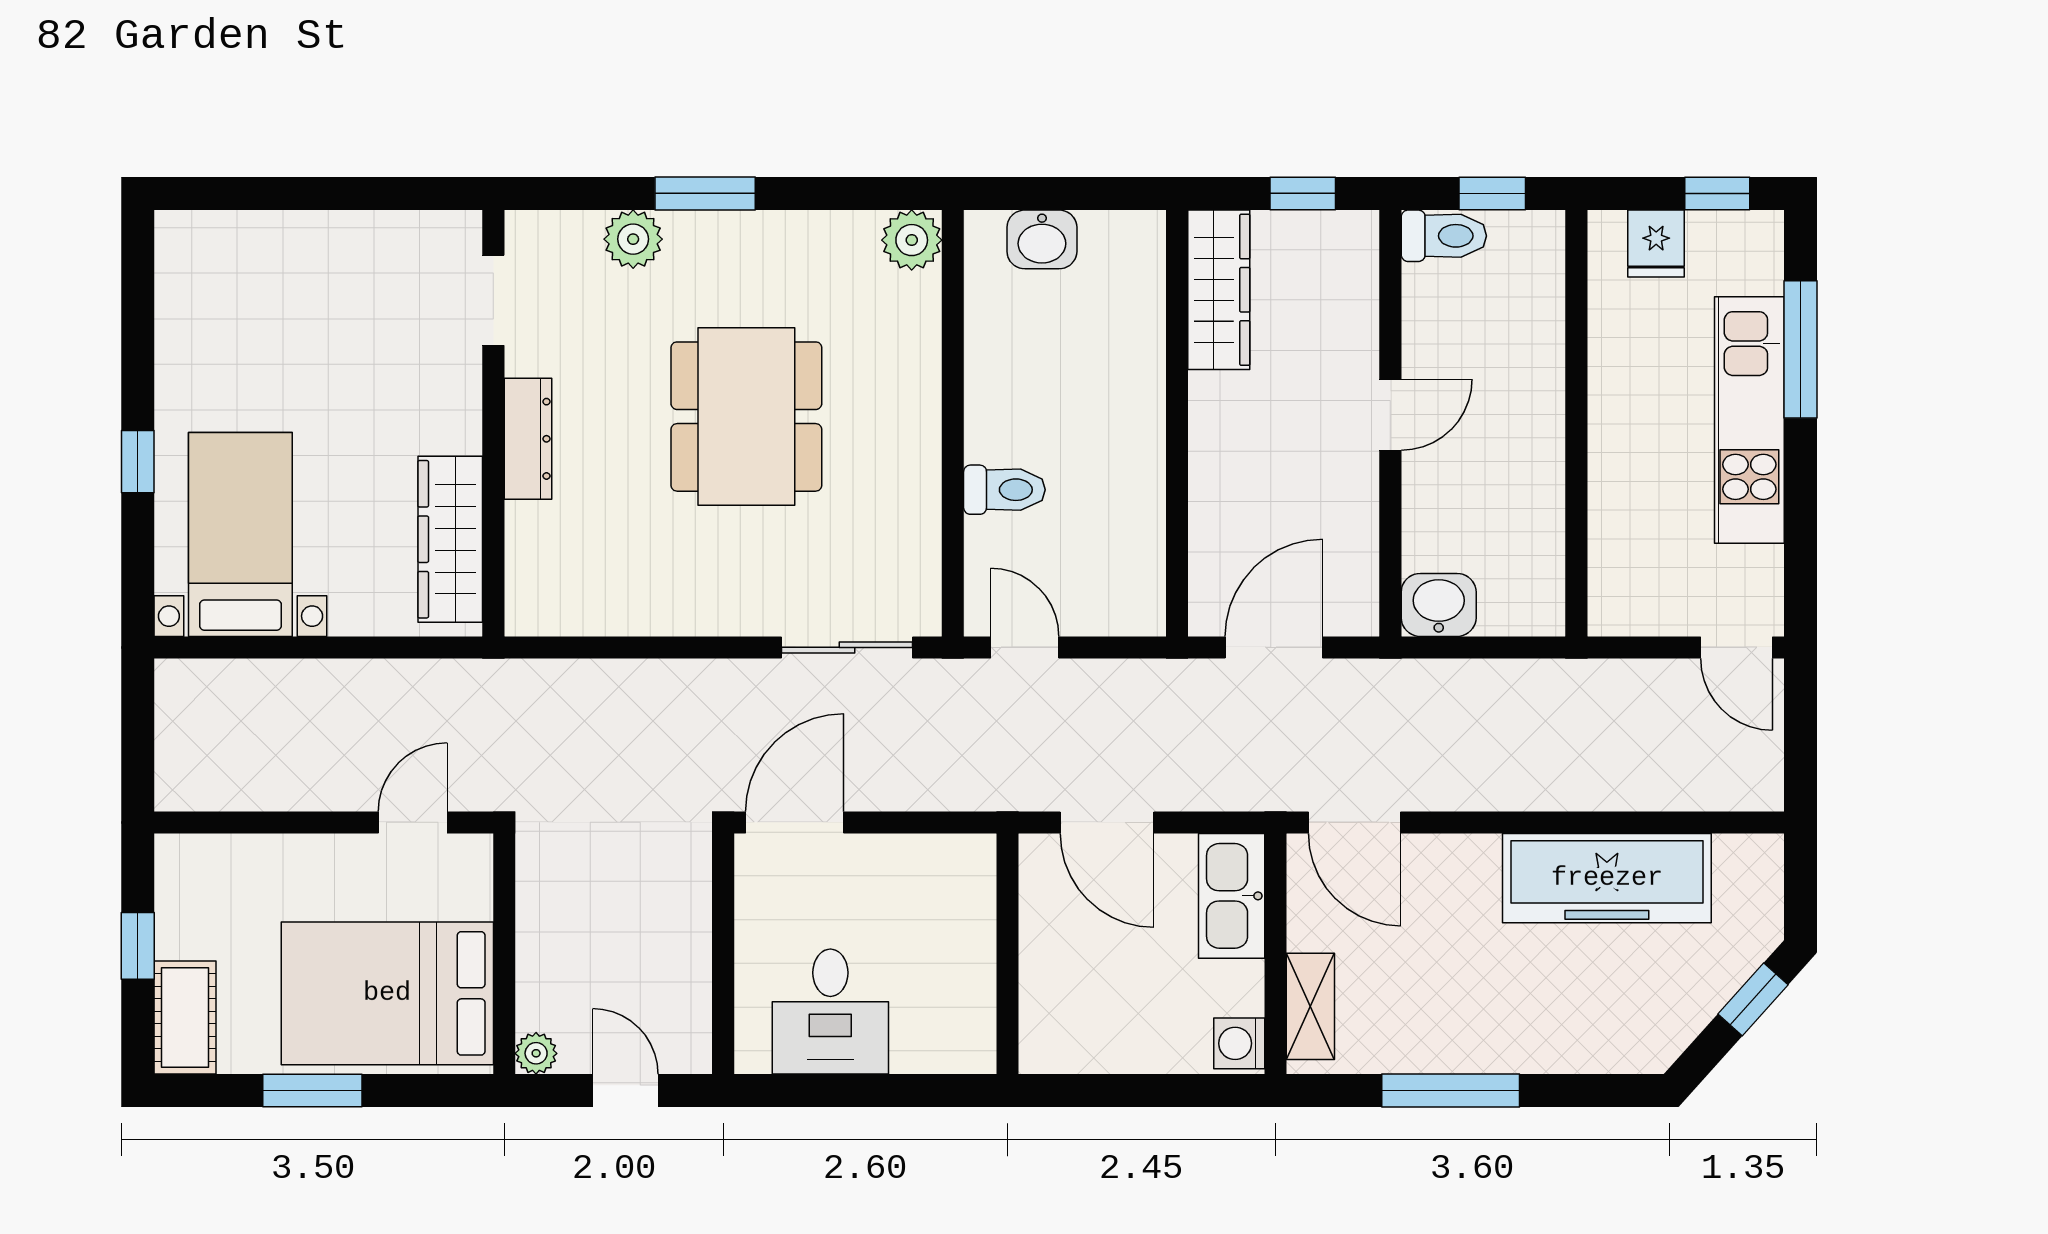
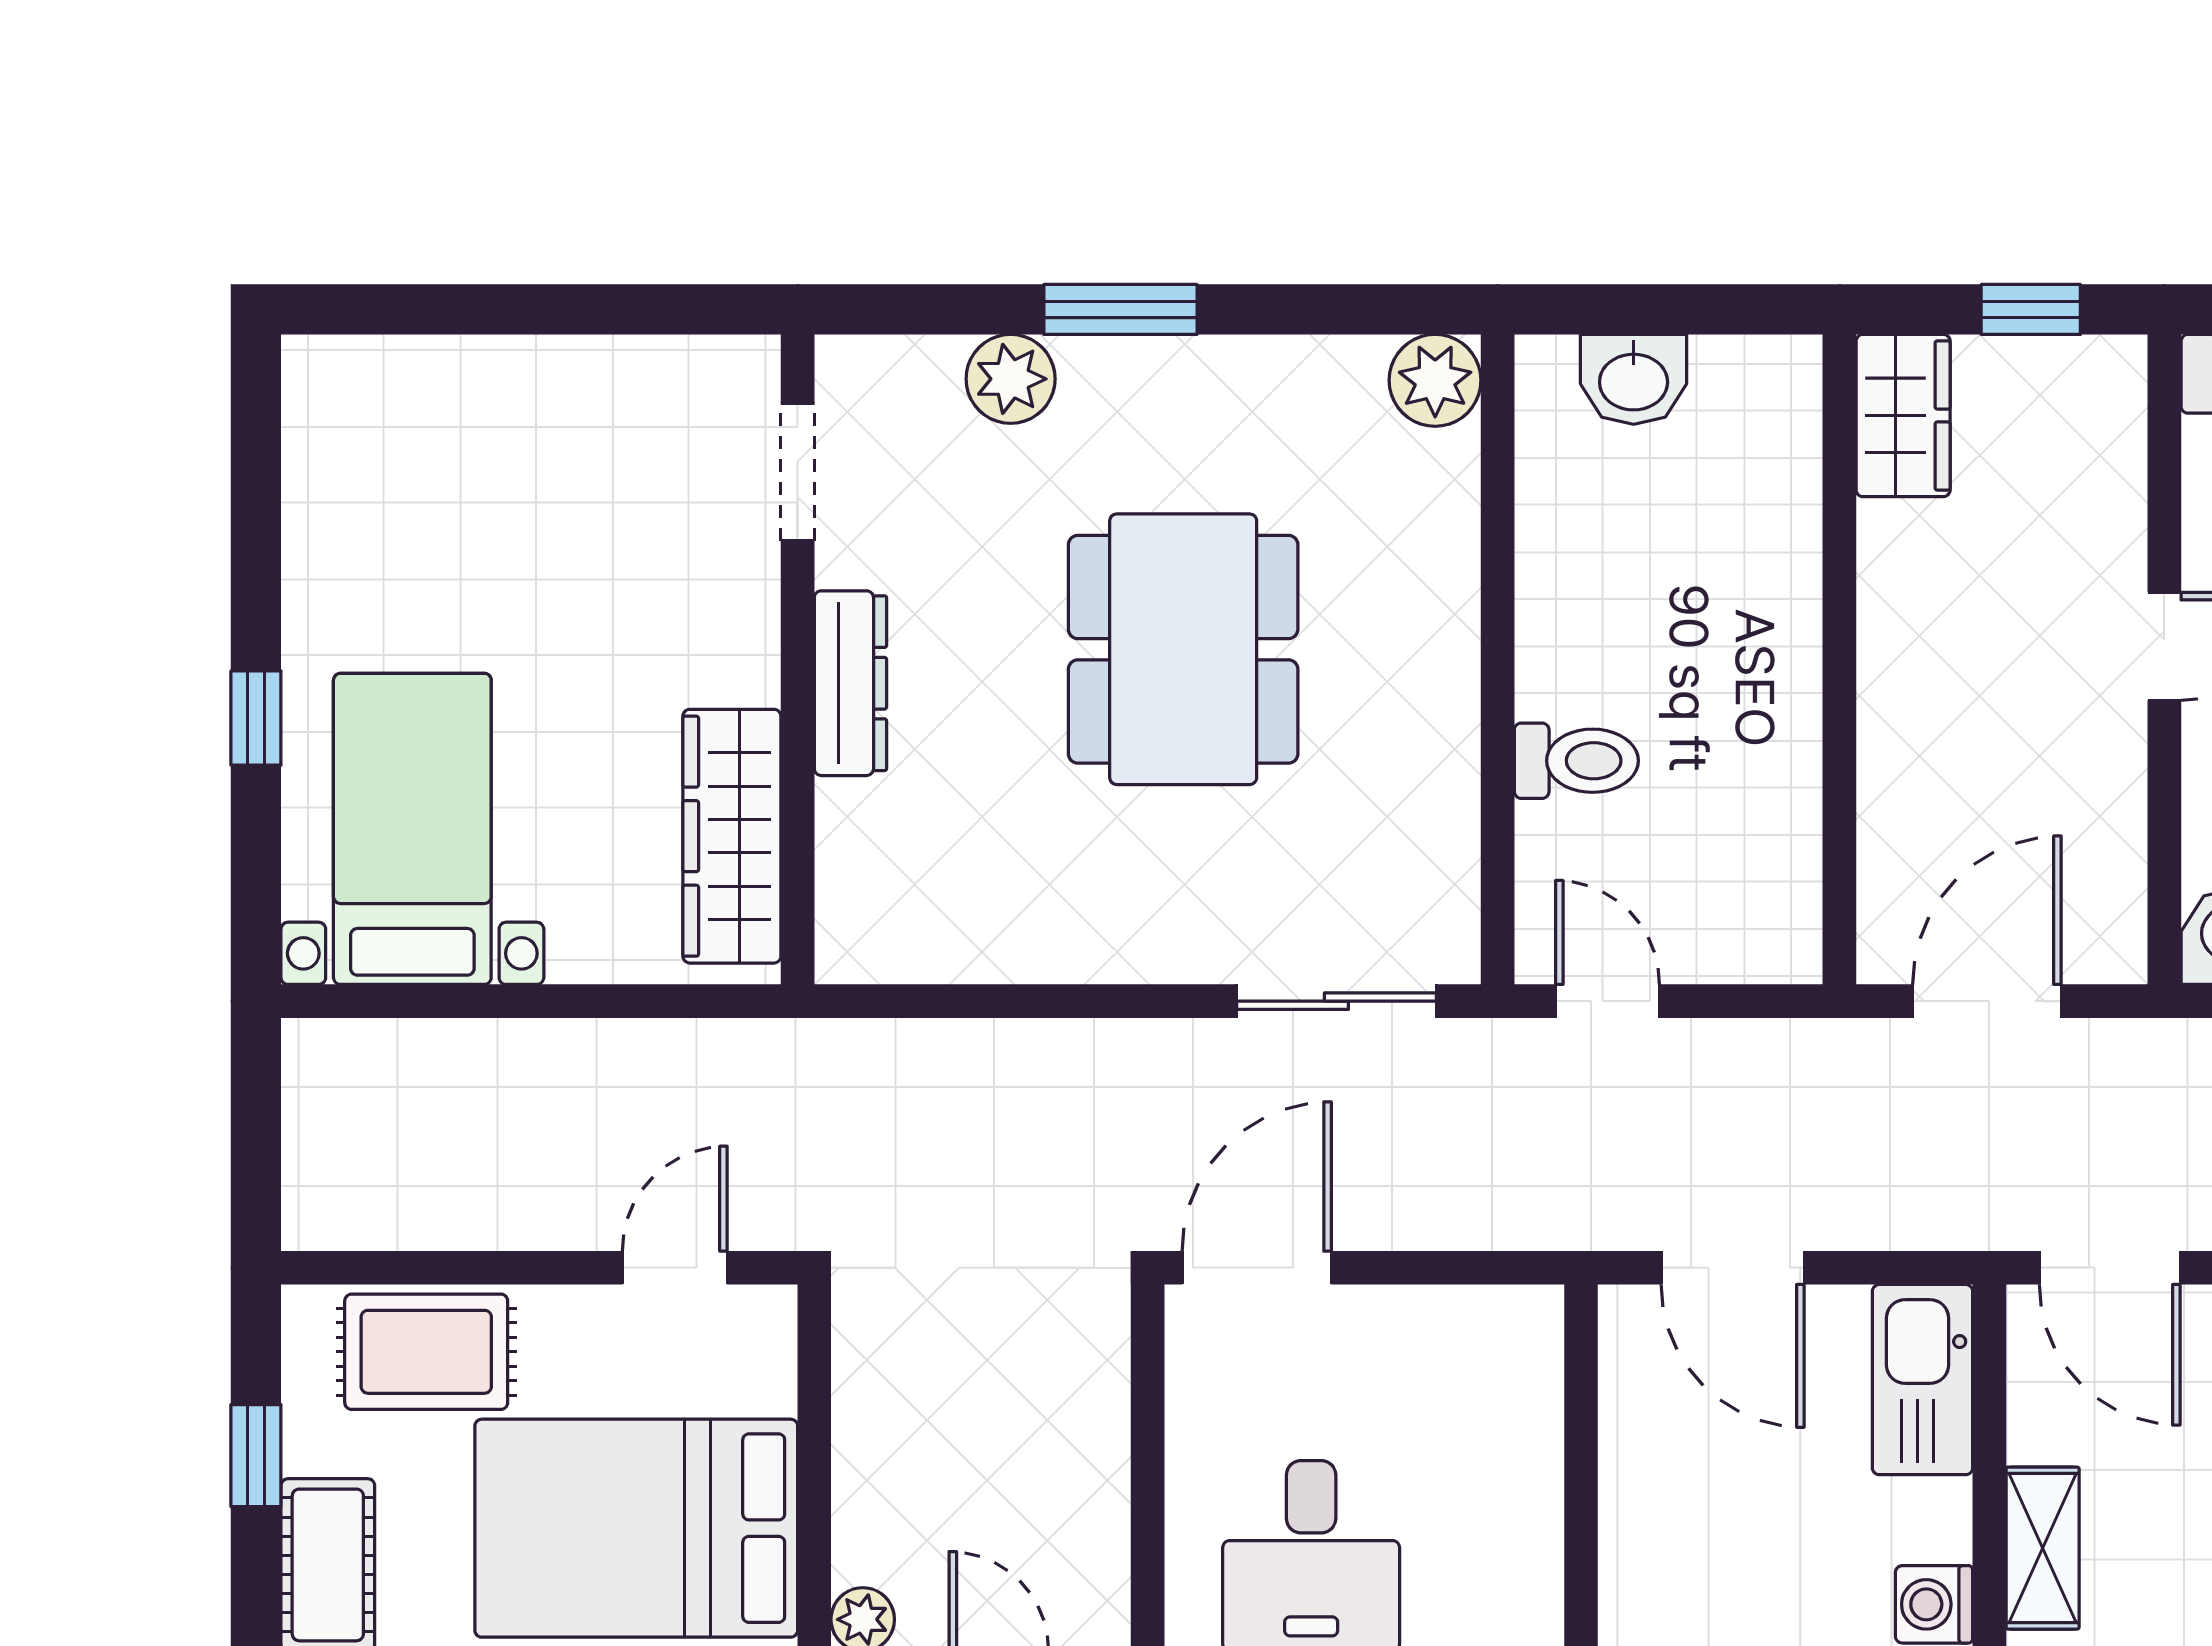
wardrobe: (1219, 290) -> (1903, 416), width x0.67
rug: (250, 878) -> (426, 1352), added

